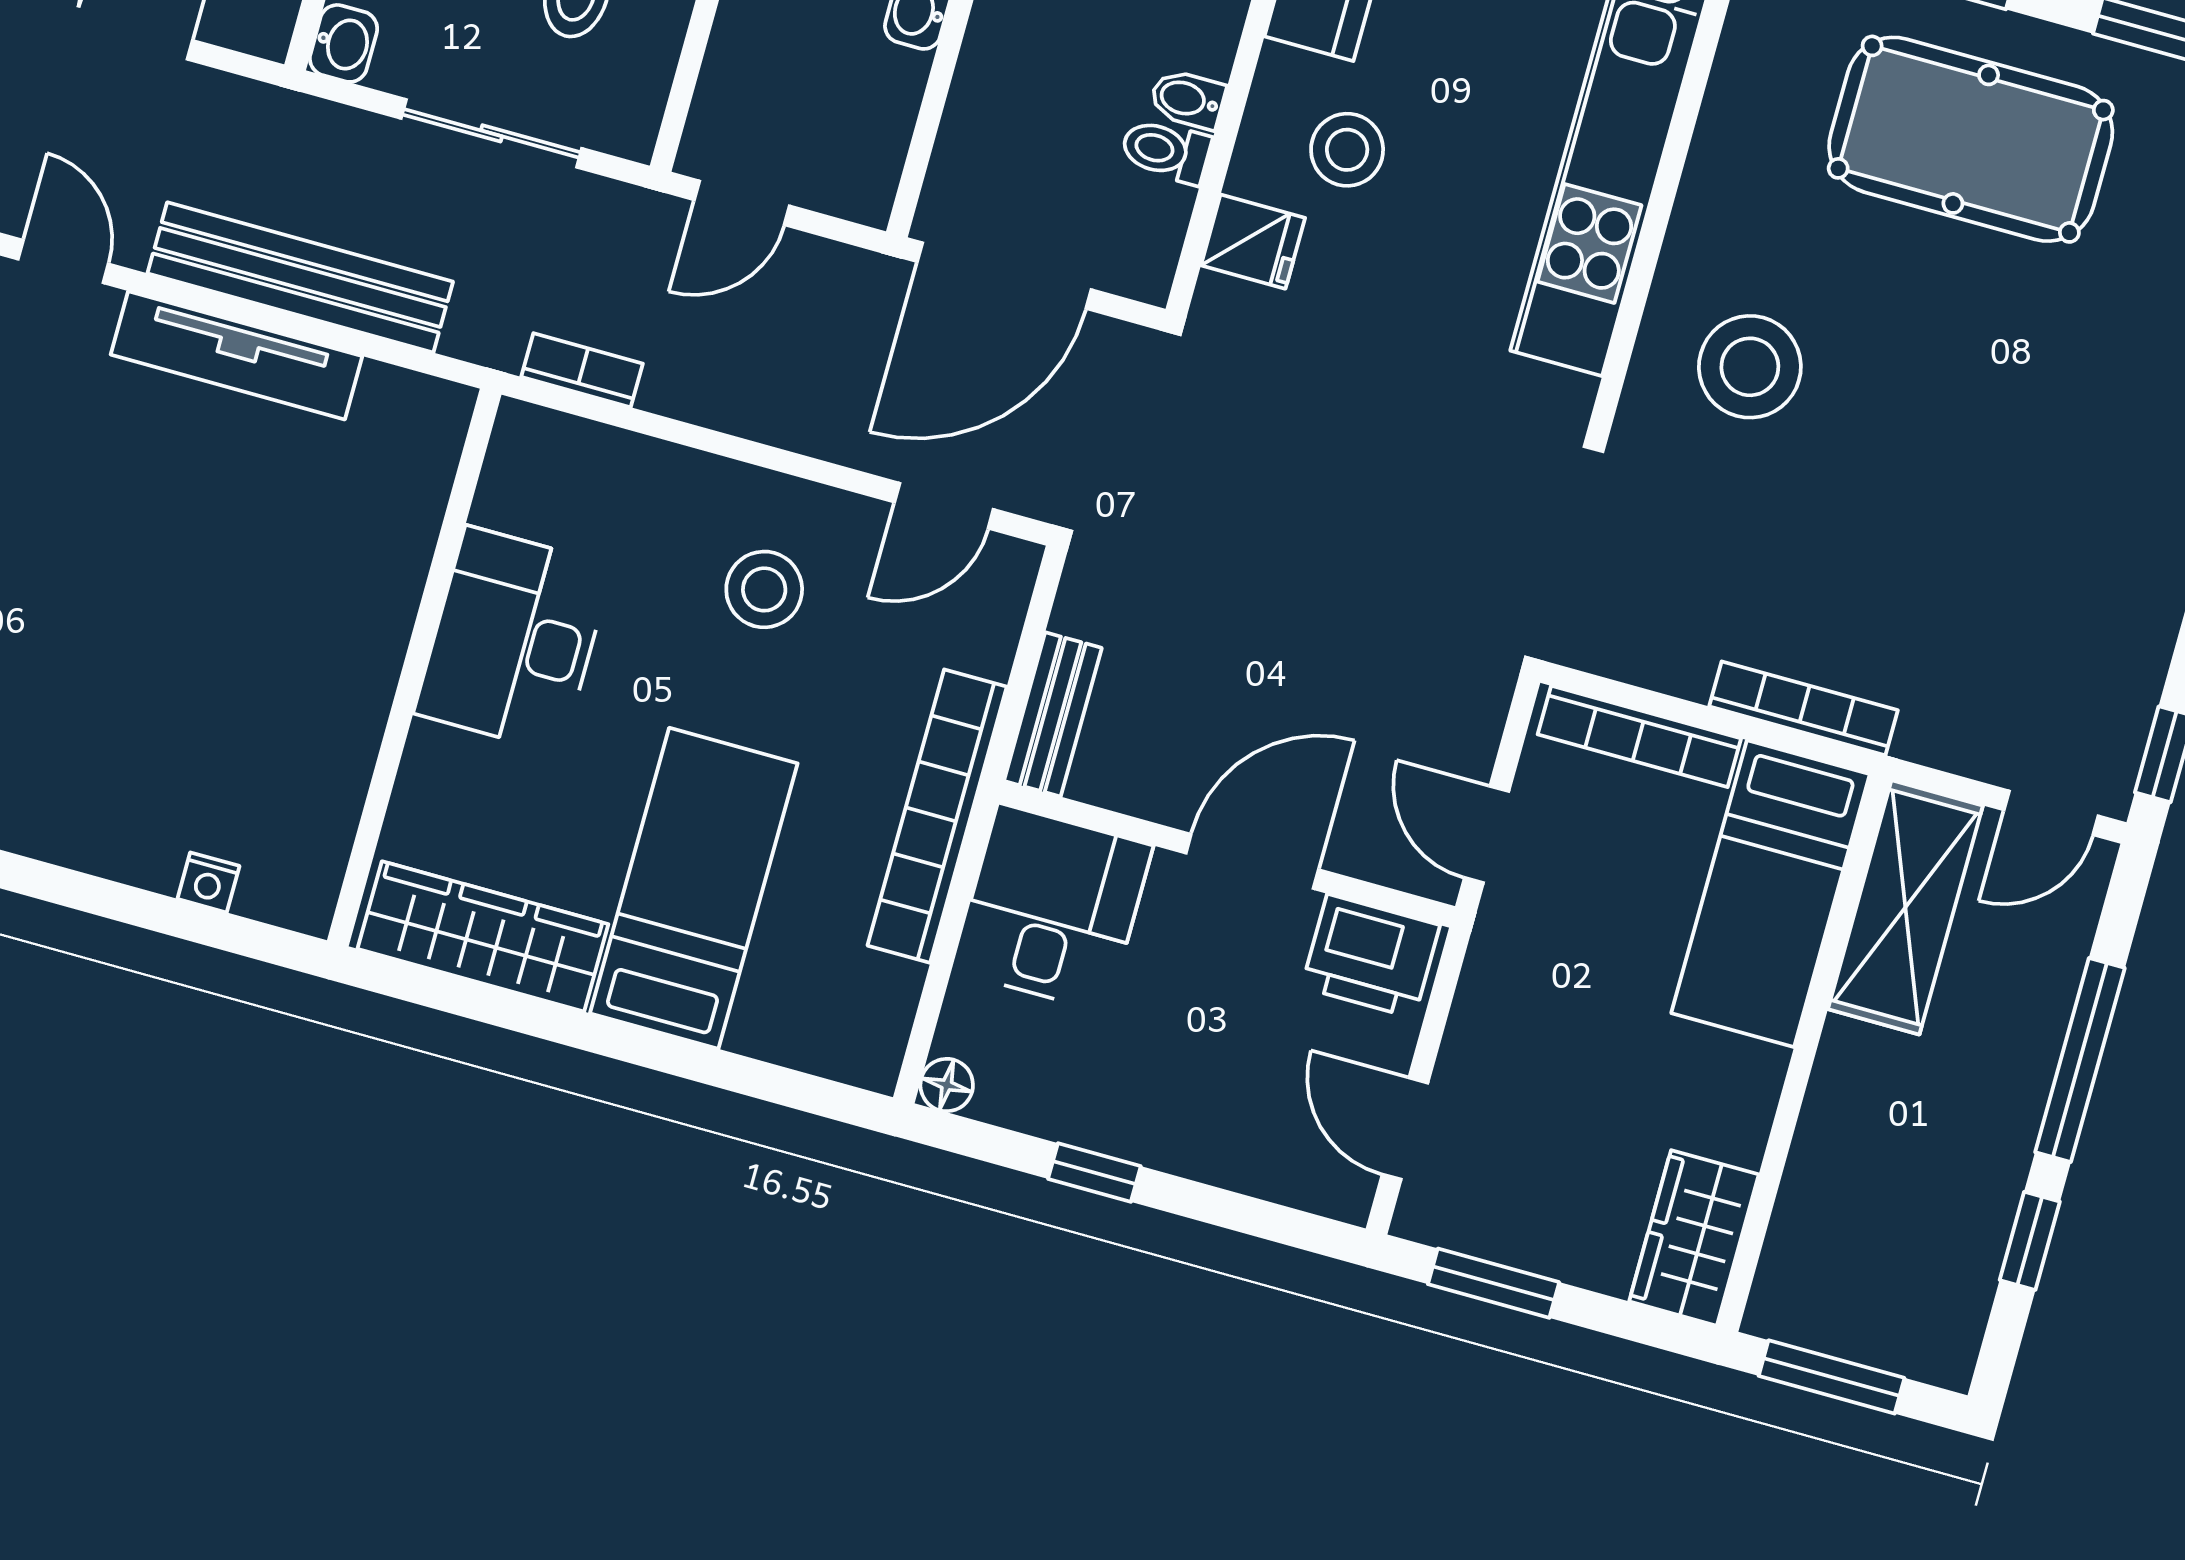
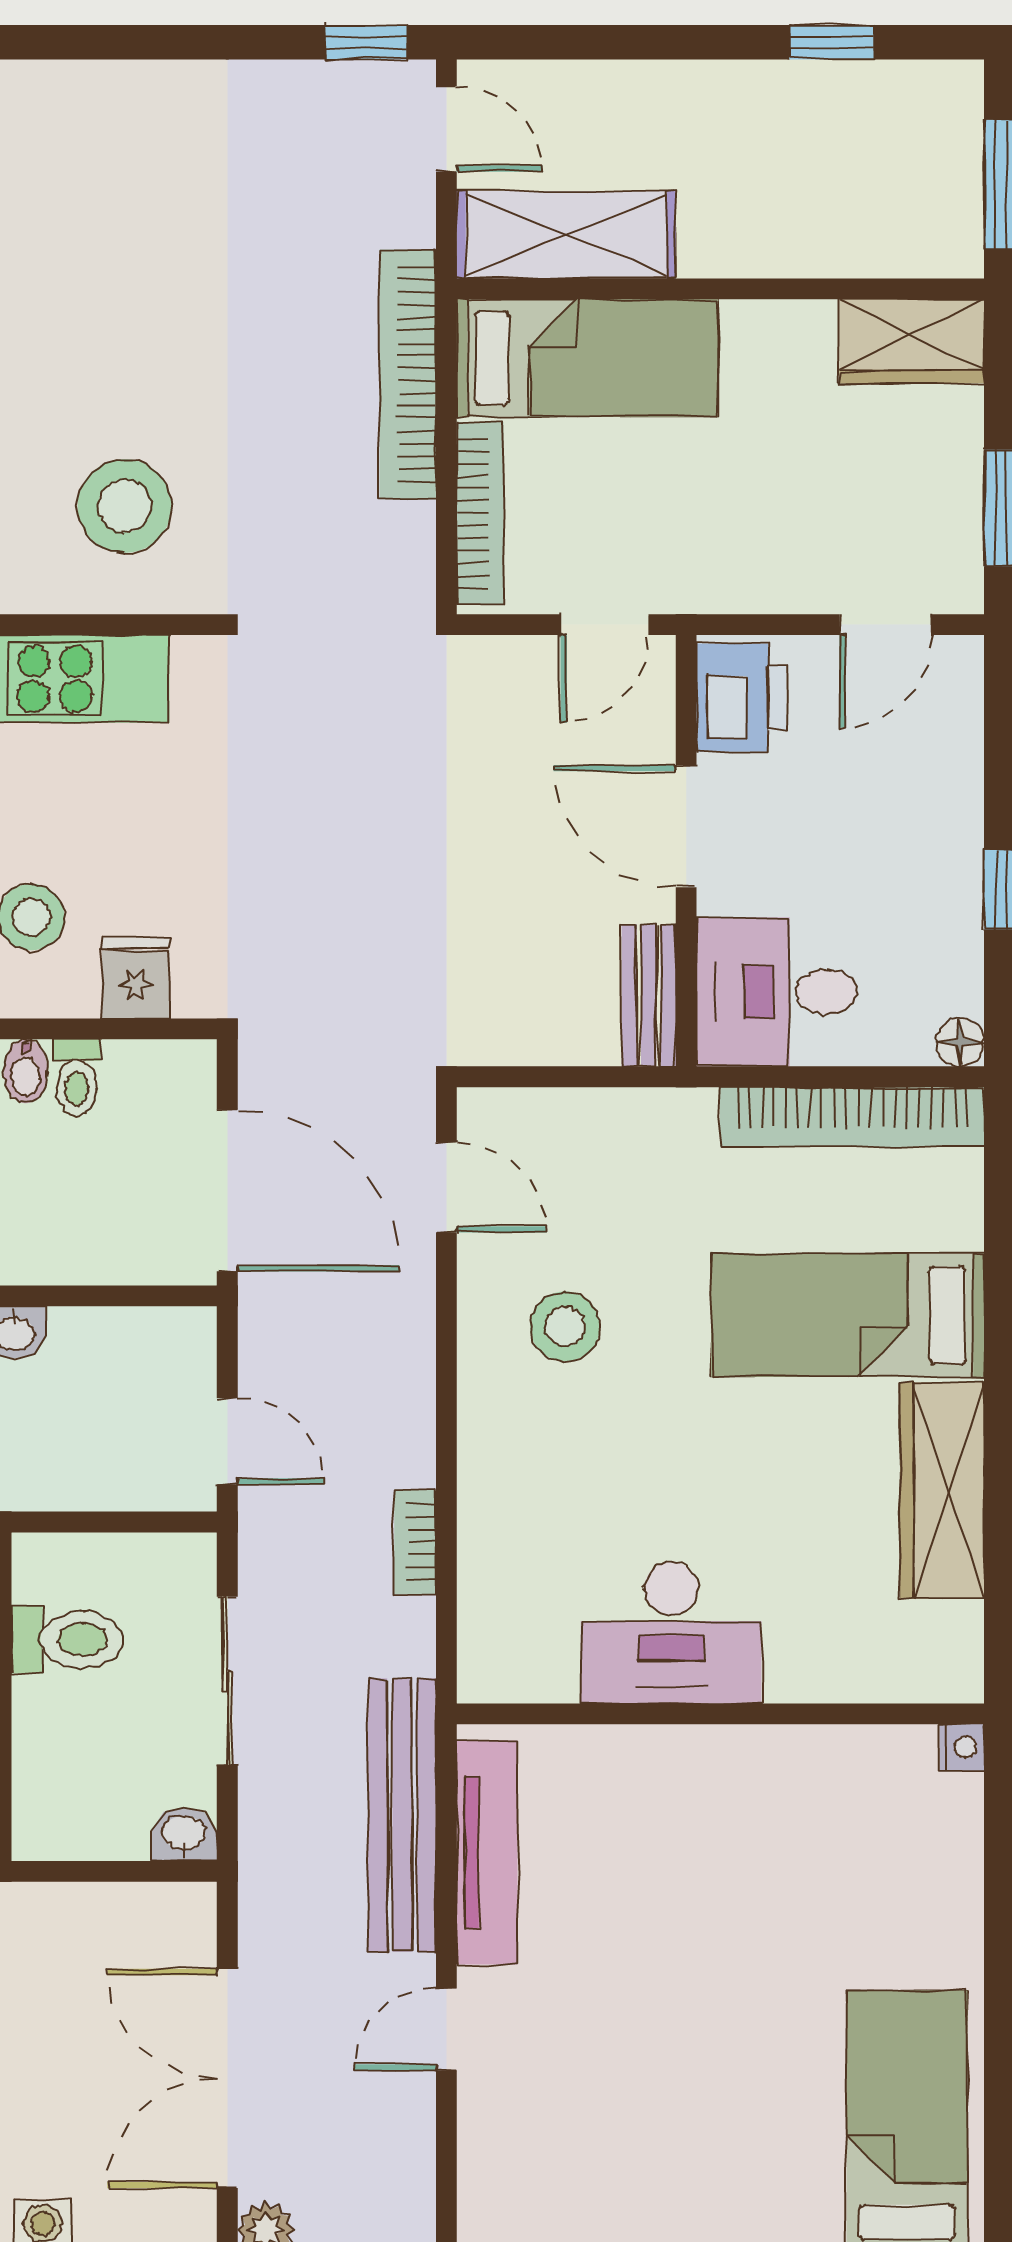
desk: (513, 640) -> (671, 1633), moved
wall: (414, 668) -> (720, 1714), moved
bookcase: (1803, 708) -> (408, 374), width x1.48, depth x1.31
bench: (1053, 714) -> (649, 995), moved, turned 90
bookcase: (937, 816) -> (852, 1117), moved
window: (2080, 1060) -> (659, 42), removed

